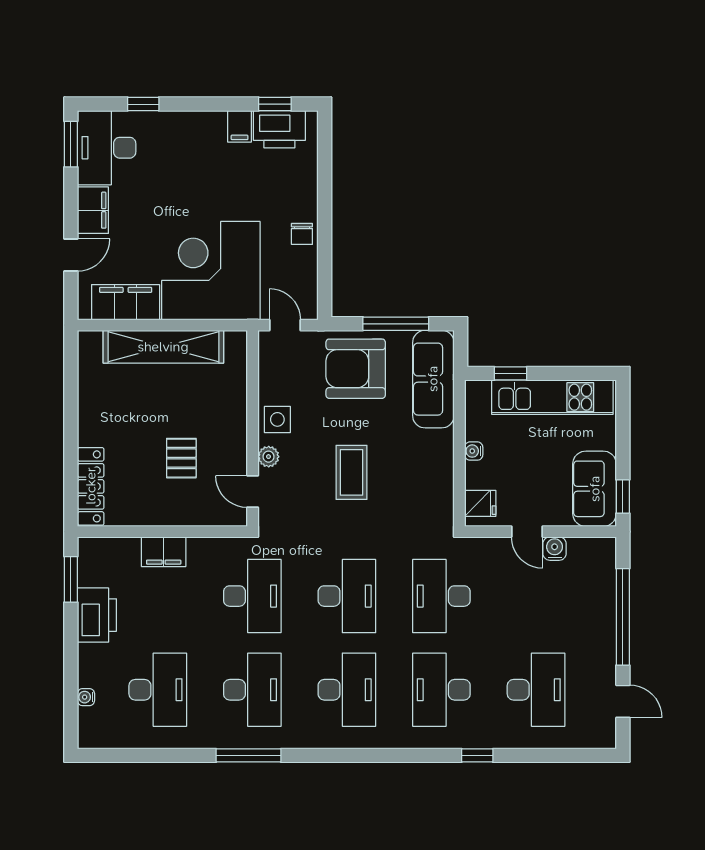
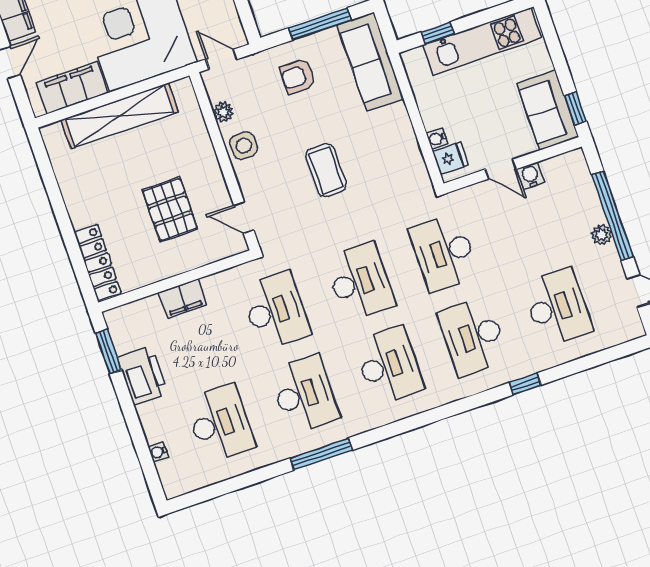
armchair: (356, 369) -> (298, 76), width x0.53, depth x0.53
water cooler: (474, 451) -> (437, 139), moved
plant: (269, 457) -> (223, 112), moved
pallet: (181, 458) -> (170, 210), width x1.50, depth x1.42
plant: (606, 632) -> (602, 235), added

